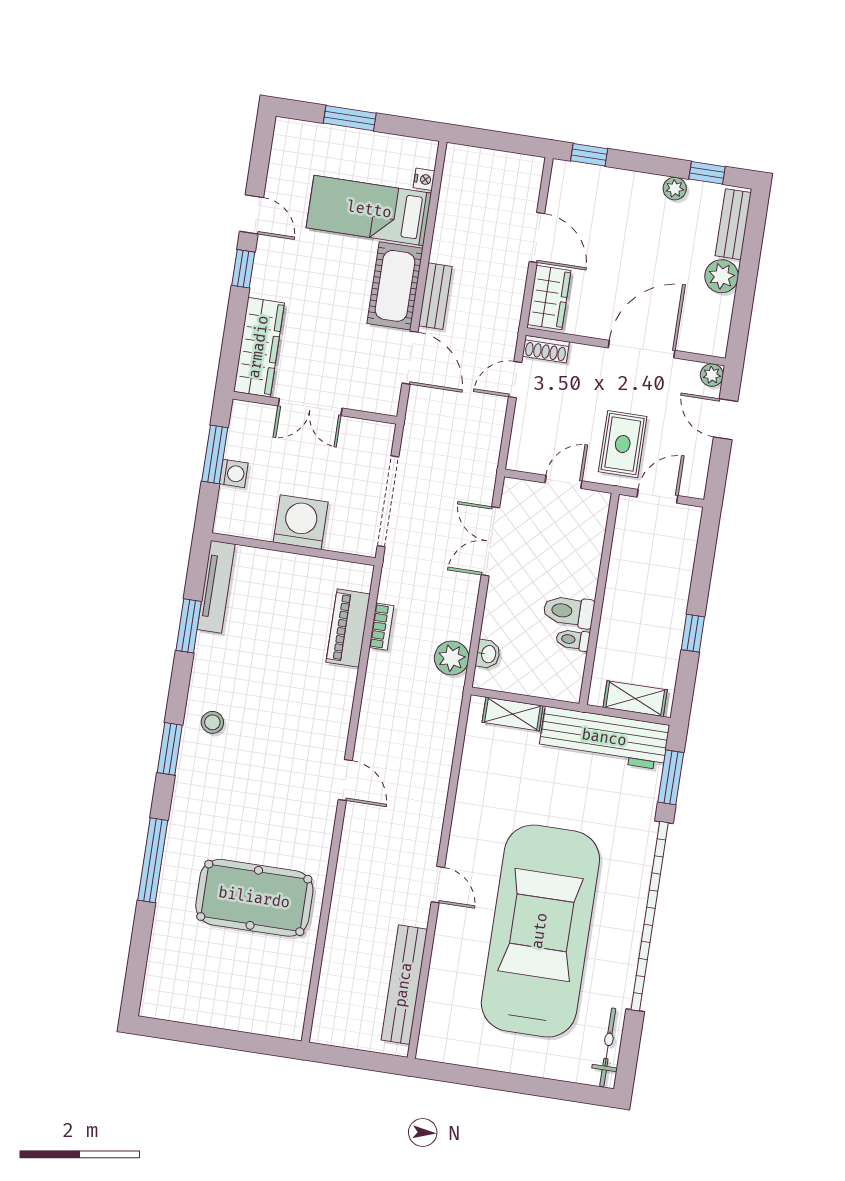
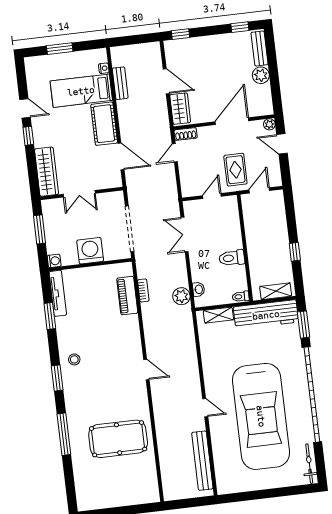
plant: (675, 189) -> (226, 39), removed
bench: (435, 296) -> (120, 83), moved
washing machine: (234, 473) -> (54, 261), moved
toilet: (573, 640) -> (241, 297), moved
car: (540, 931) -> (261, 416), turned 180

